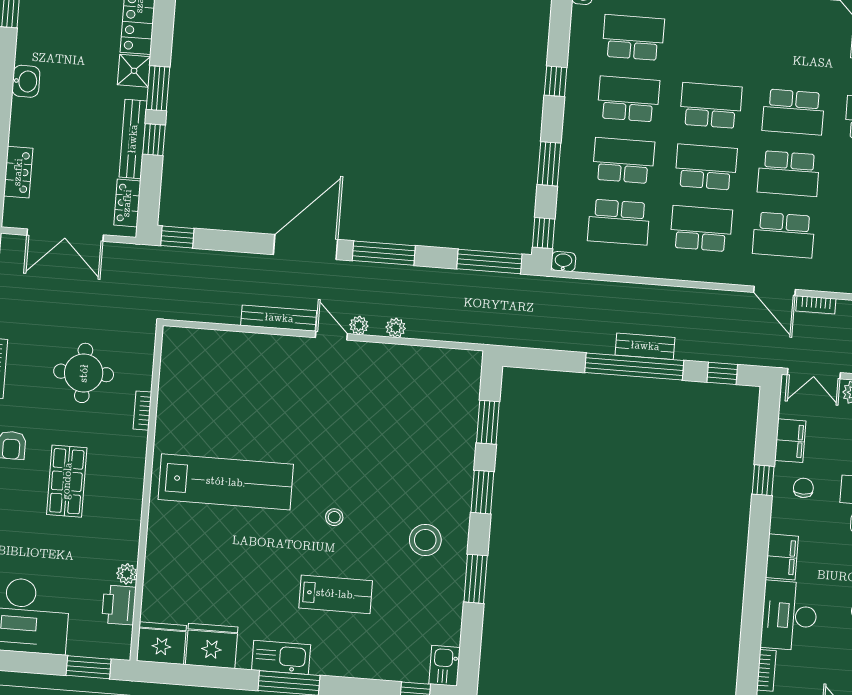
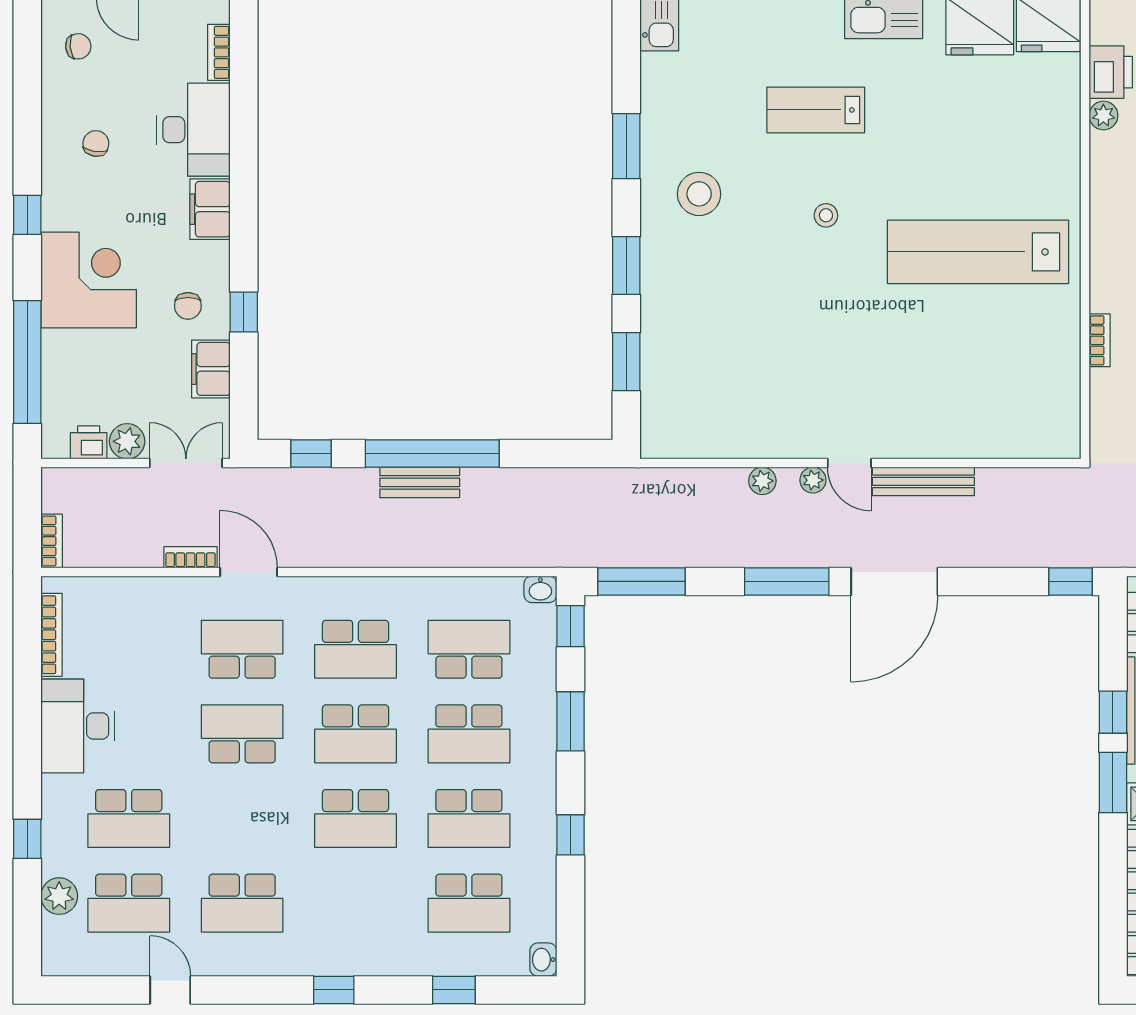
school desk: (793, 112) -> (242, 903), moved, turned 180

